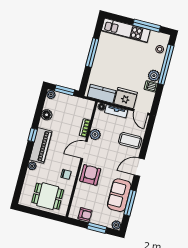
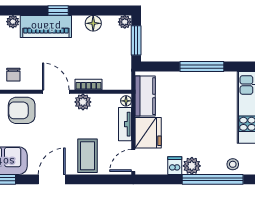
door: (139, 167) -> (52, 179), hinge flipped
armchair: (90, 175) -> (22, 110), turned 180

